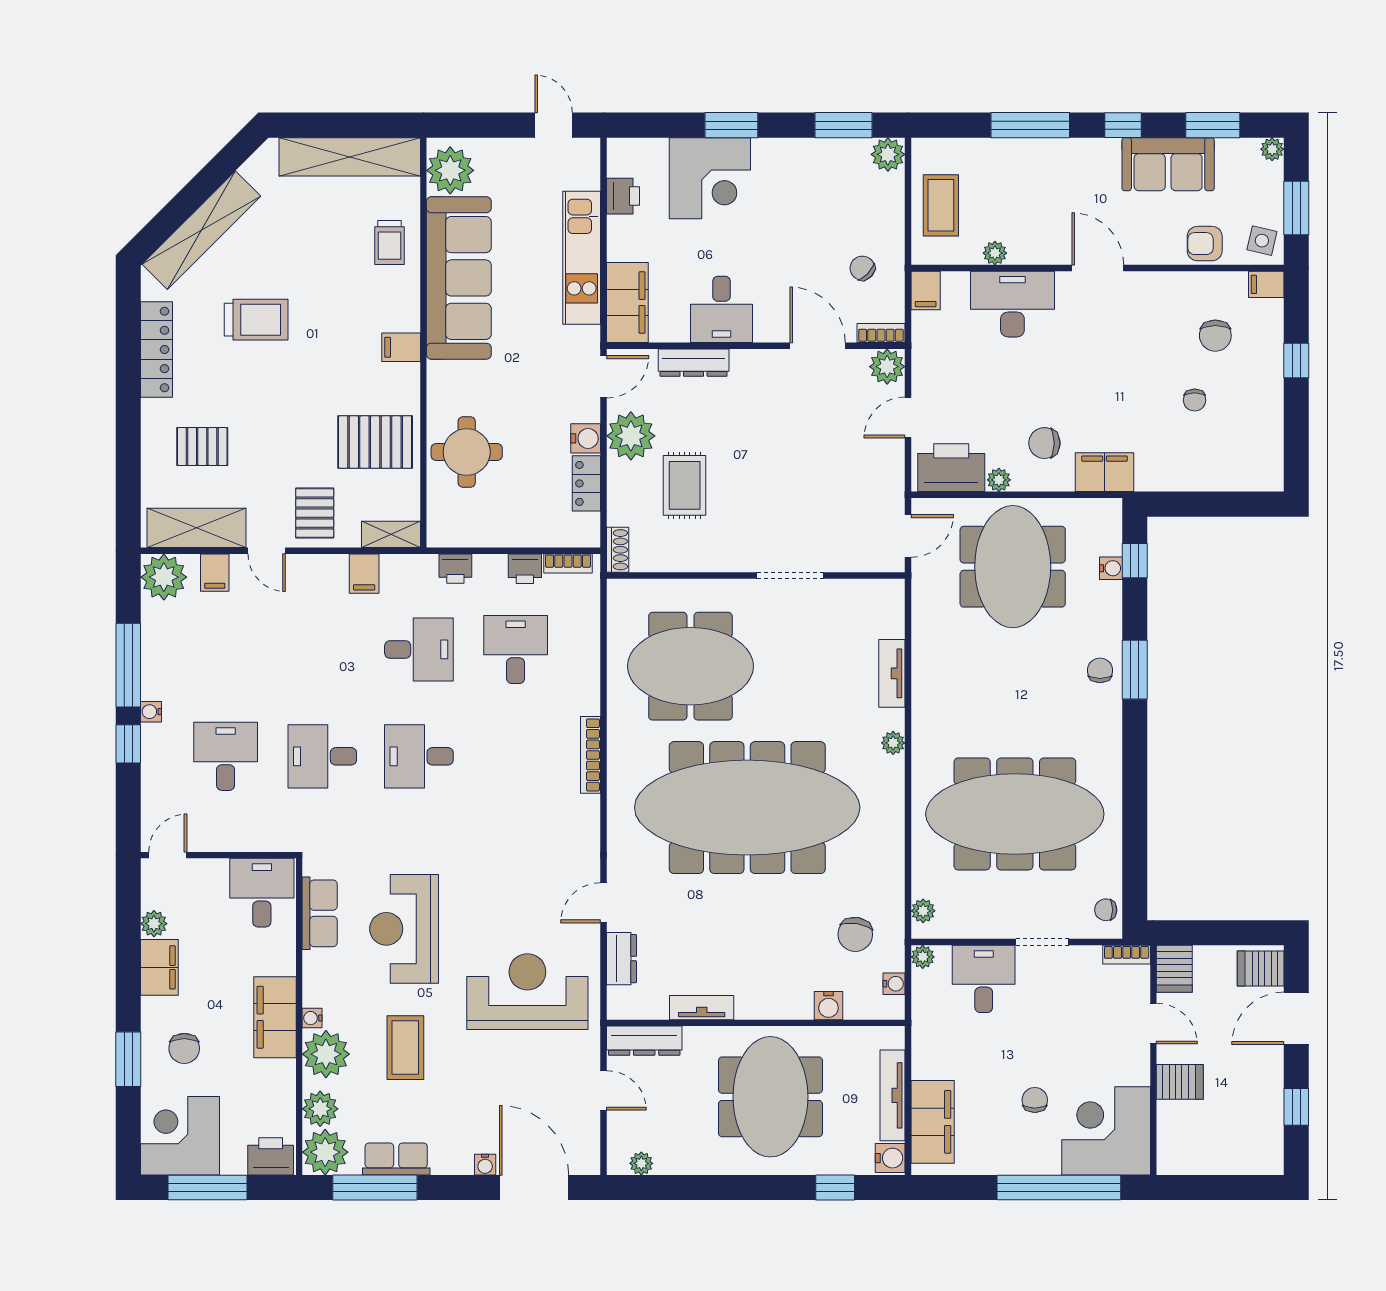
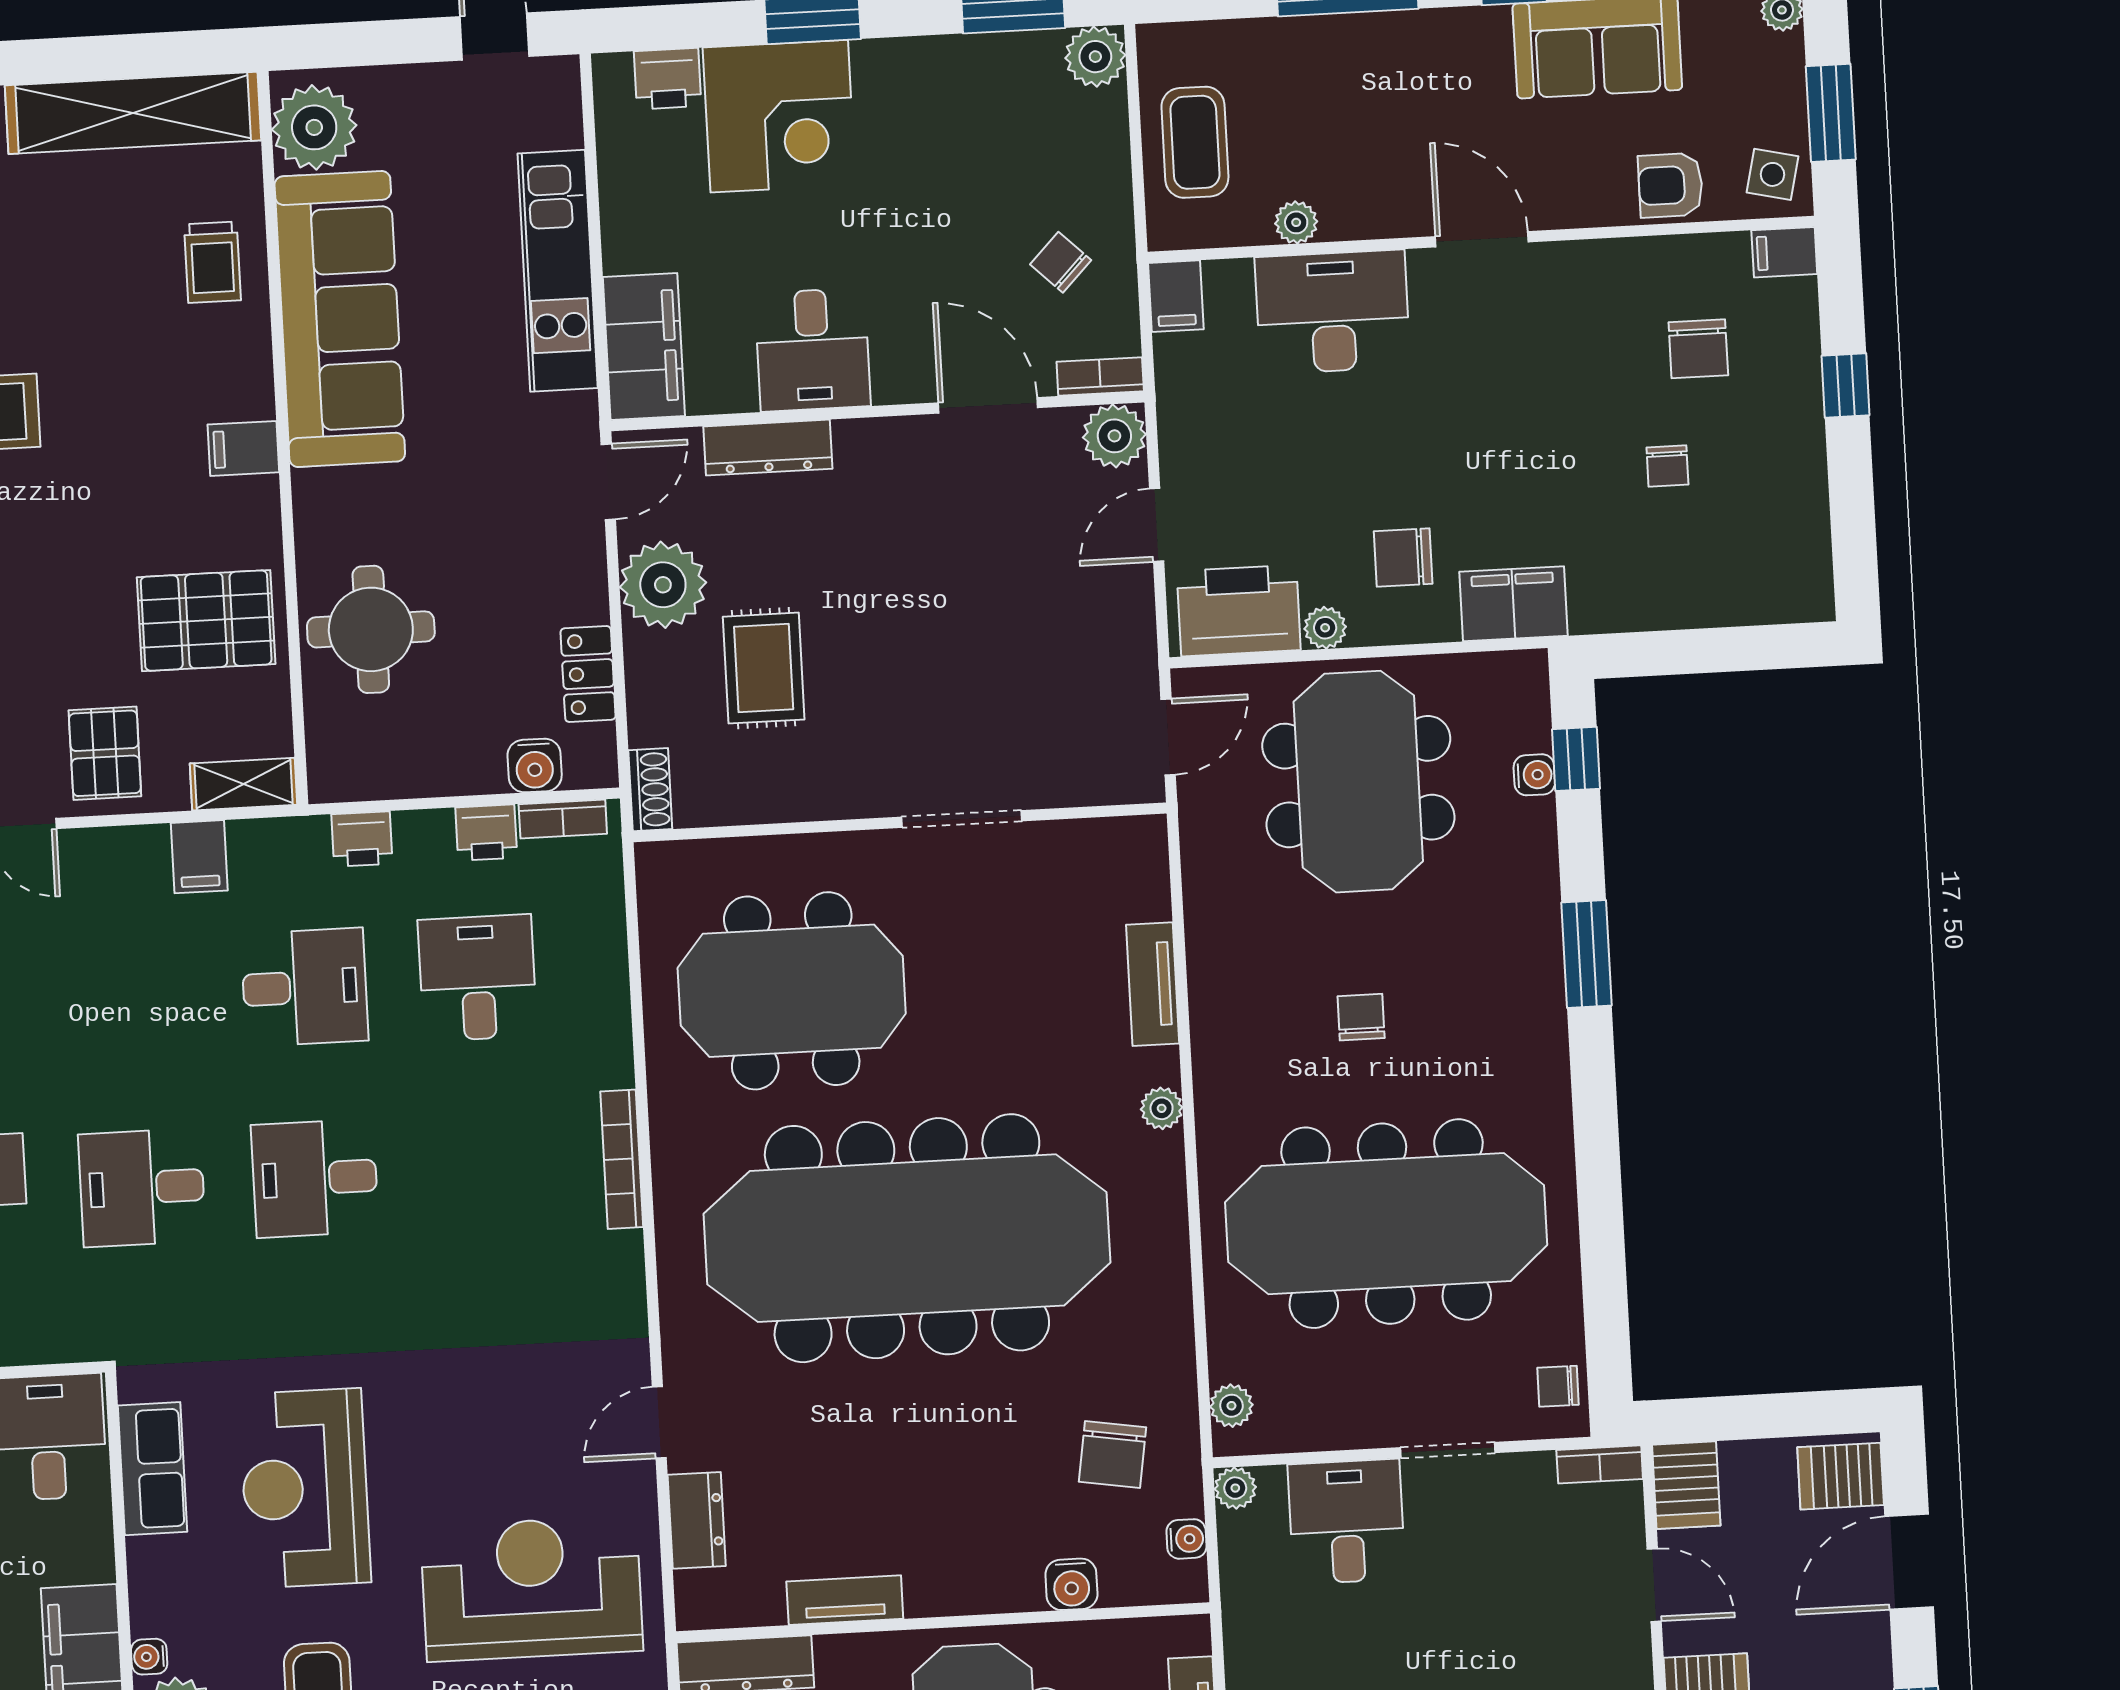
printer: (623, 196) -> (668, 79), moved, turned 90
water cooler: (586, 438) -> (535, 766), moved, turned 90
chair: (1100, 670) -> (1361, 1017), moved

